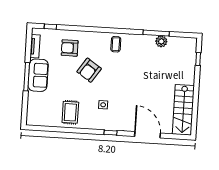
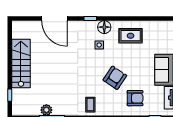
stairs: (183, 110) -> (21, 63), moved
rug: (70, 112) -> (131, 36), turned 90
floor lamp: (97, 123) -> (104, 27), added

